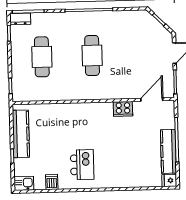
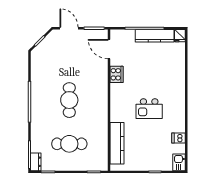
cafe table: (92, 55) -> (69, 100), turned 90
kitchen counter: (21, 134) -> (117, 143), moved, turned 90
kitchen island: (82, 165) -> (149, 109), moved, turned 180

